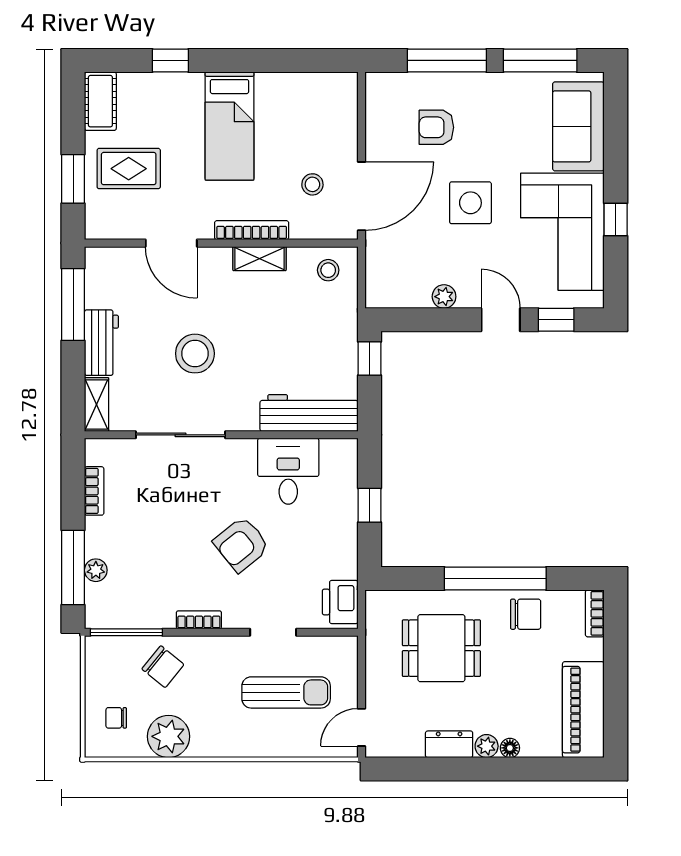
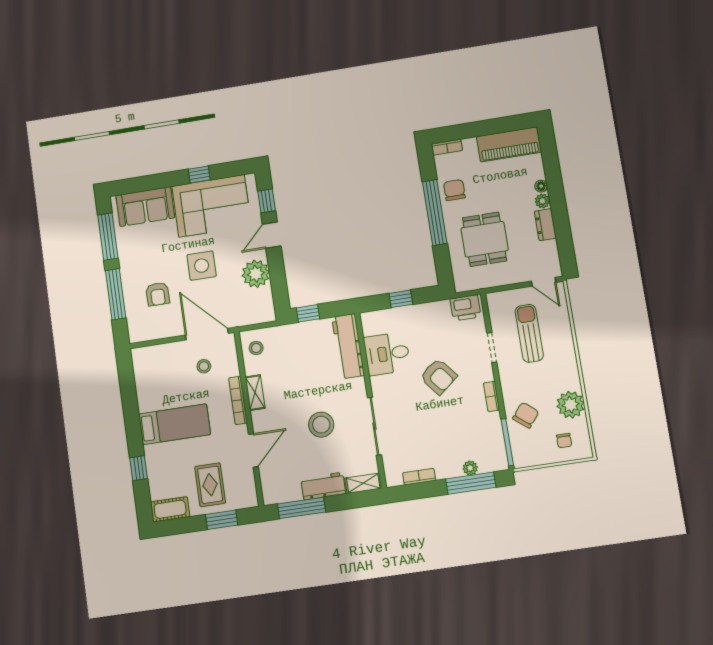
plant: (444, 297) -> (256, 274), width x1.87, depth x1.87

